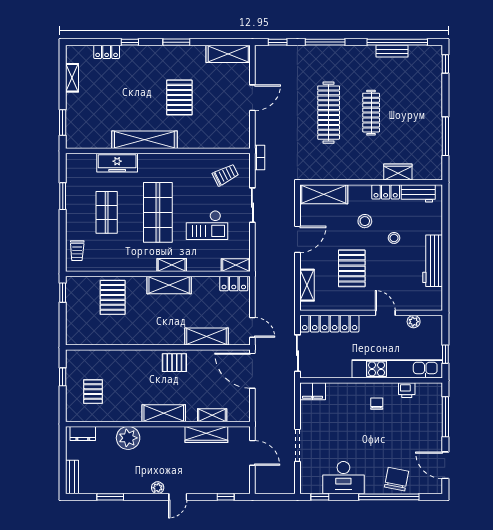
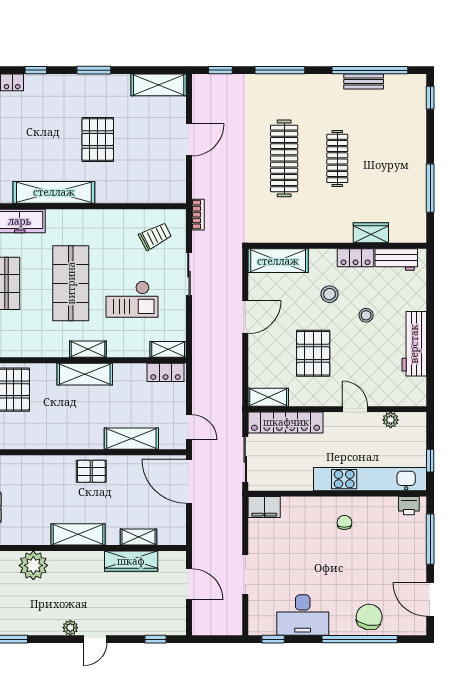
shelving: (307, 285) -> (268, 397), moved, turned 90
printer: (407, 390) -> (409, 506), moved

